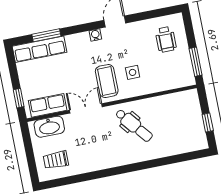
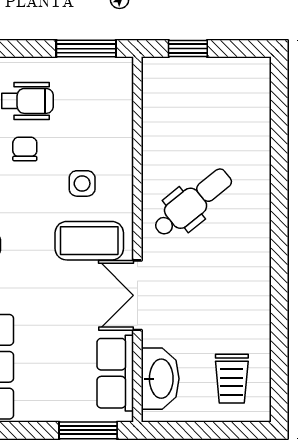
chair: (143, 43) -> (25, 149), added
window: (19, 98) -> (88, 430), width x1.50
window: (208, 122) -> (188, 49), moved

